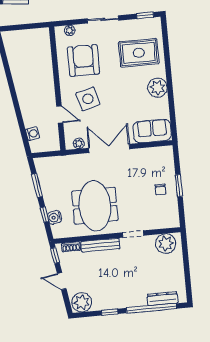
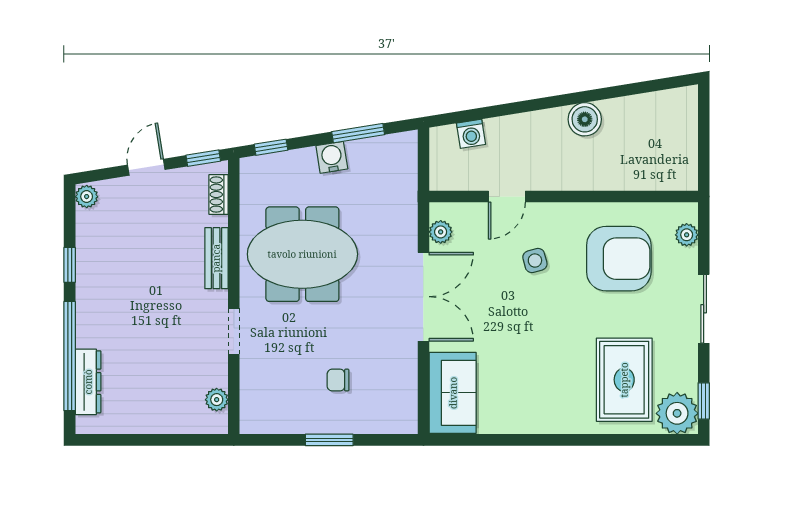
boiler: (21, 82) -> (585, 119), added
plant: (158, 88) -> (677, 413), moved
side table: (88, 99) -> (535, 261), width x0.54, depth x0.54
chair: (161, 189) -> (338, 380), moved
window: (44, 214) -> (271, 147), moved
water cooler: (55, 217) -> (332, 157), moved
plant: (166, 244) -> (217, 400), width x0.53, depth x0.53
bench: (100, 245) -> (216, 258), width x0.73
plant: (82, 302) -> (87, 197), width x0.53, depth x0.53

